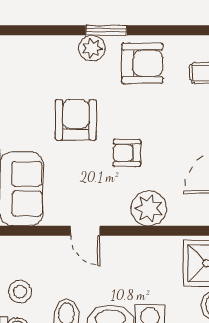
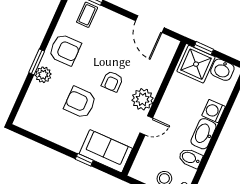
armchair: (142, 63) -> (65, 50), turned 90
plant: (149, 208) -> (143, 99), moved

